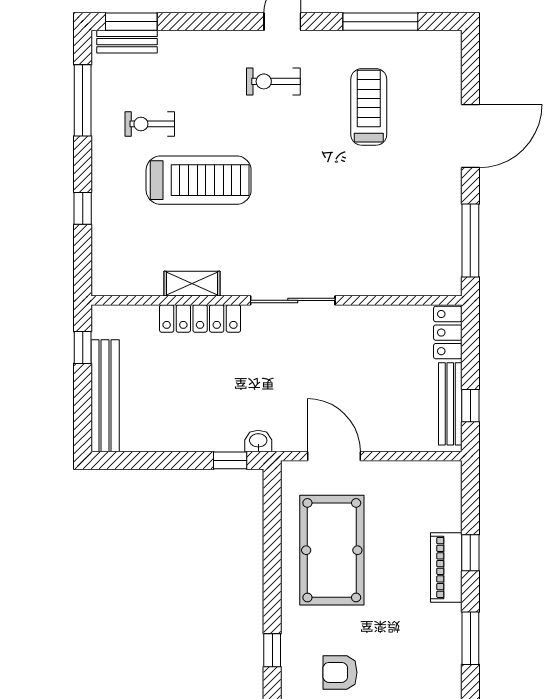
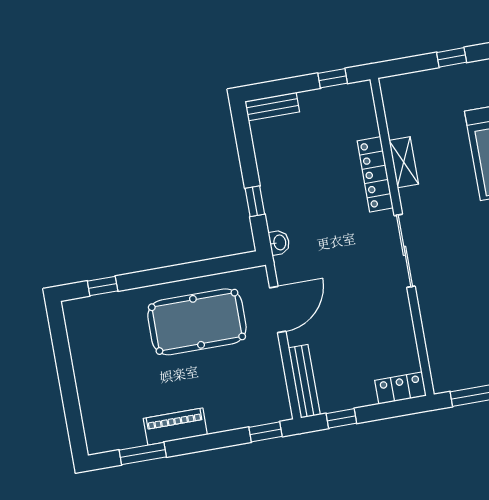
bench: (105, 396) -> (272, 107), width x0.54, depth x0.82
bench: (450, 404) -> (304, 381), moved, turned 90
window: (230, 460) -> (255, 201), moved
window: (470, 553) -> (265, 432), moved
piano: (446, 567) -> (175, 426), moved
armchair: (340, 672) -> (94, 347), removed

